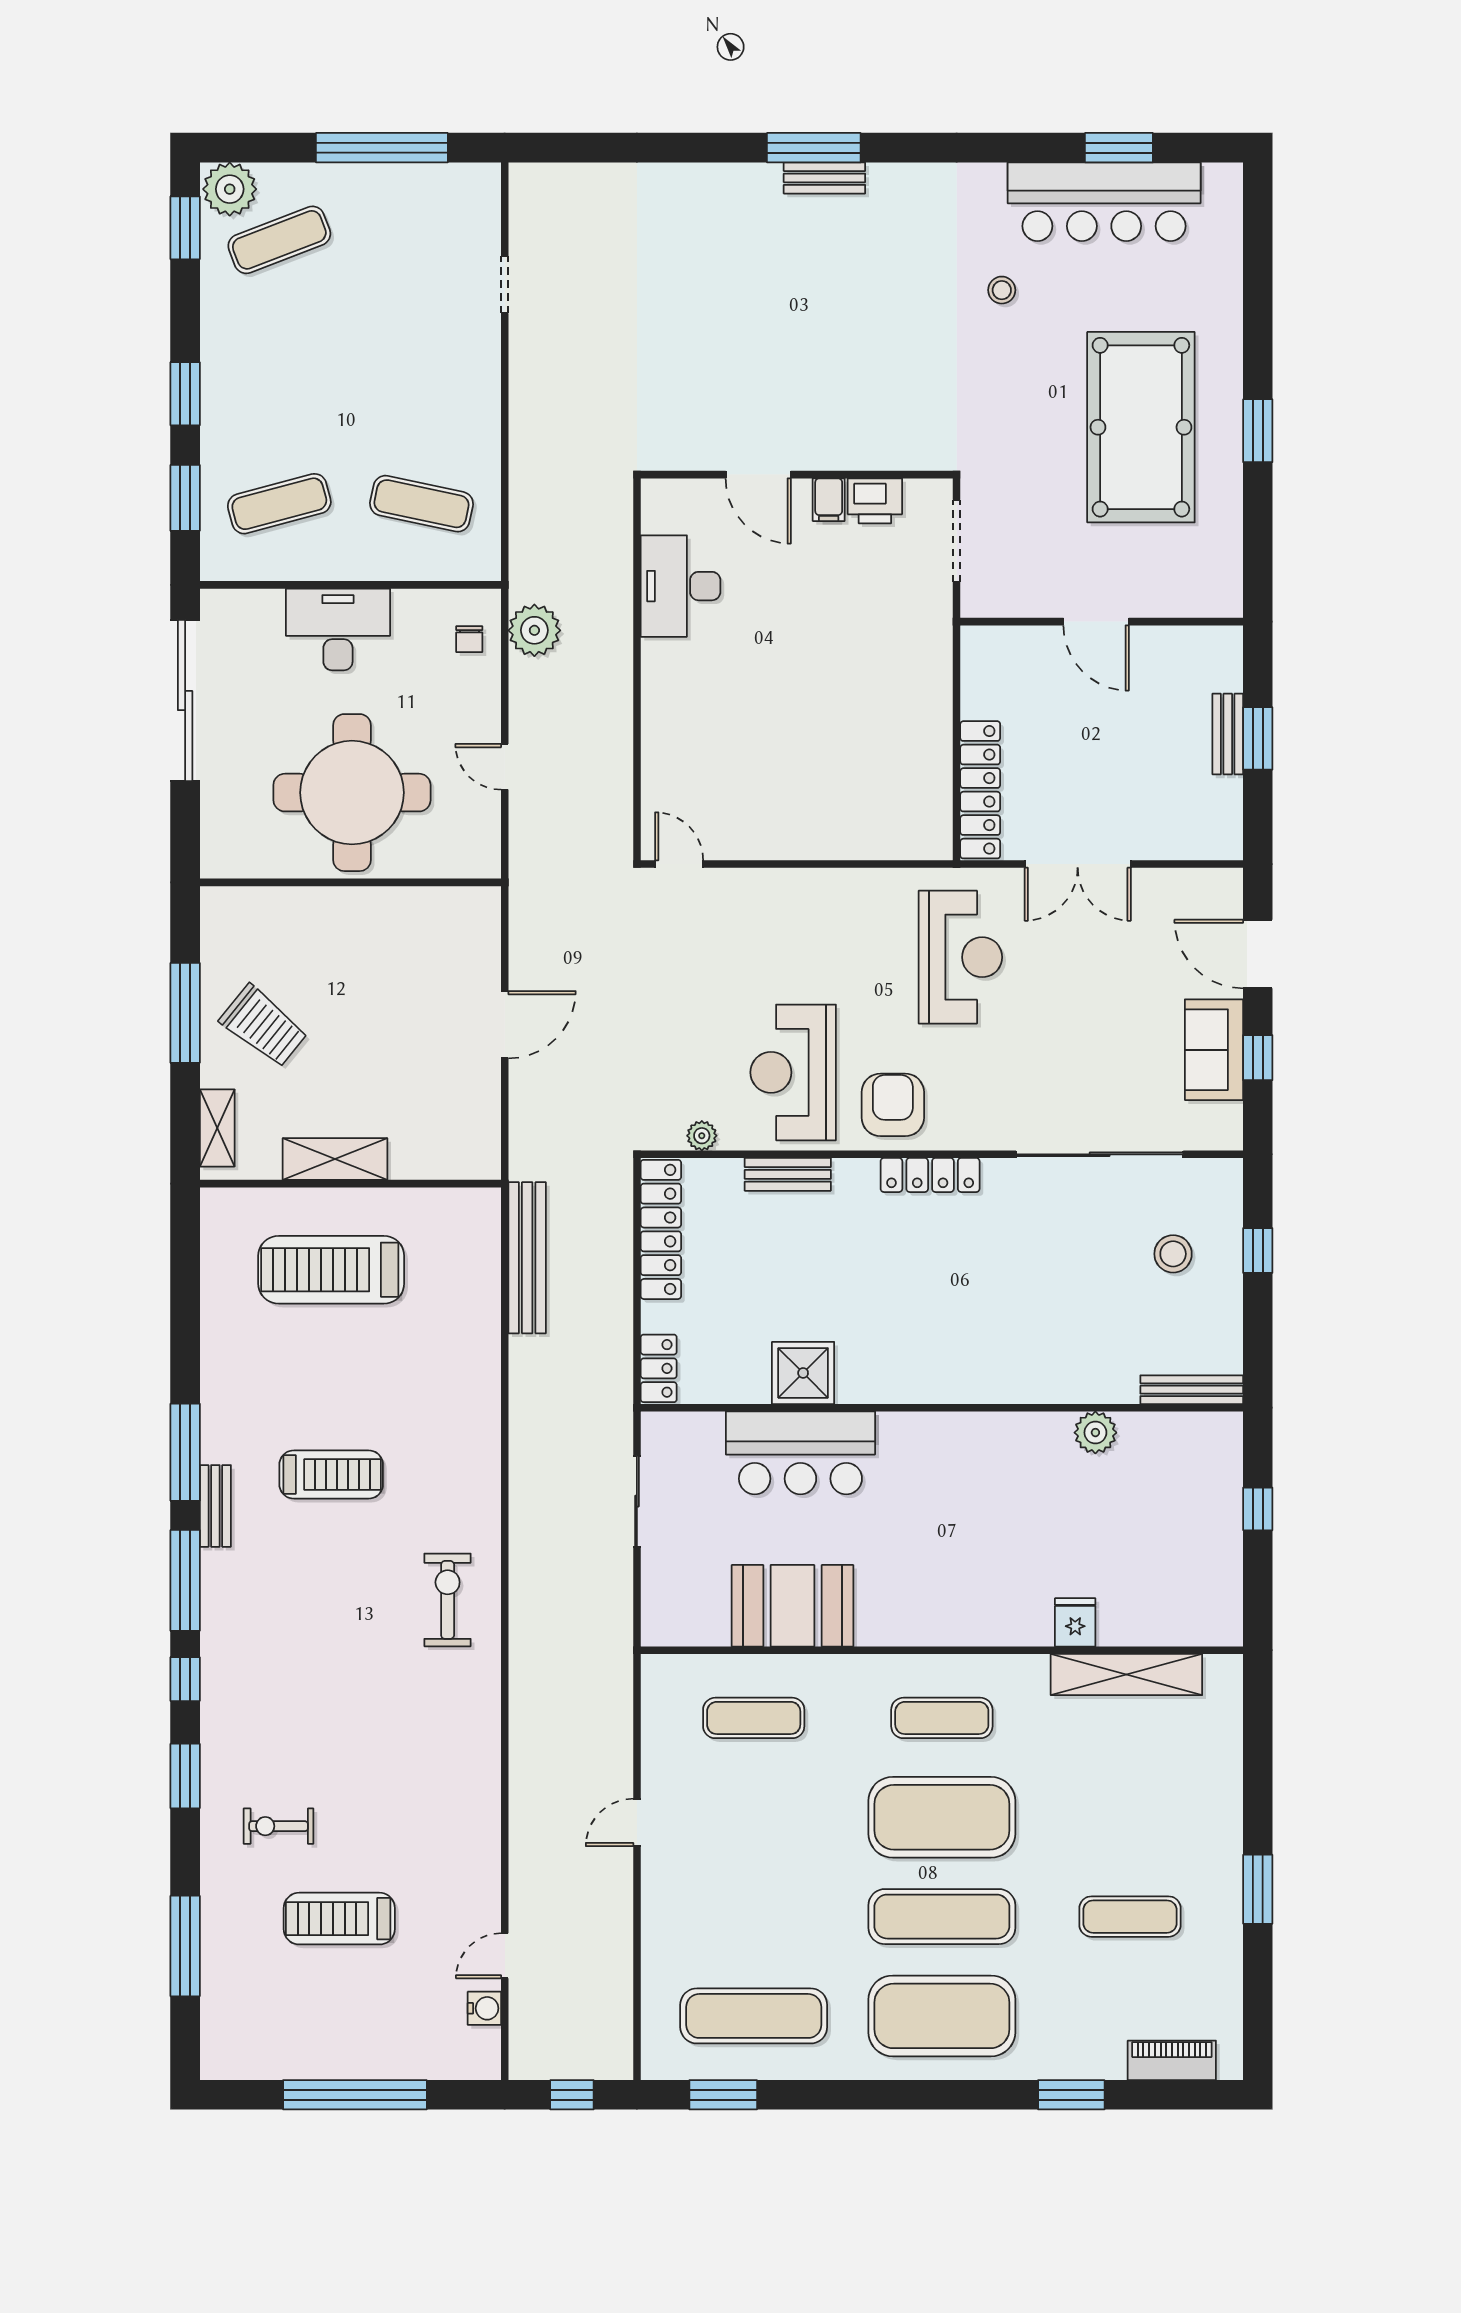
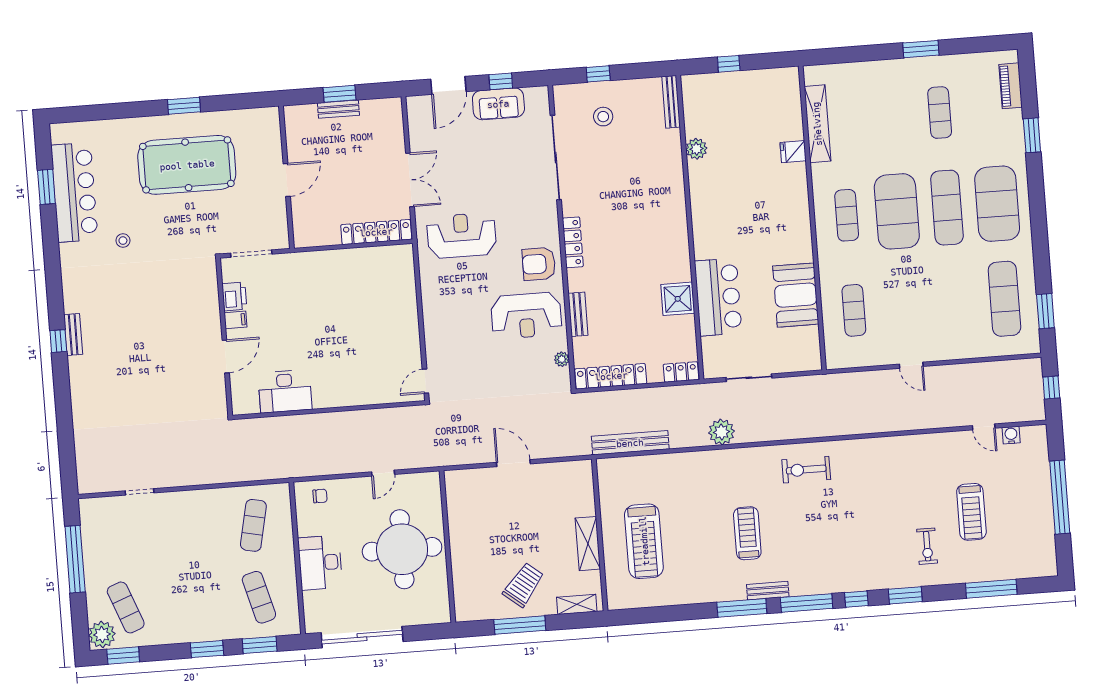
window: (814, 148) -> (58, 341), width x0.46
plant: (534, 630) -> (721, 432), moved

